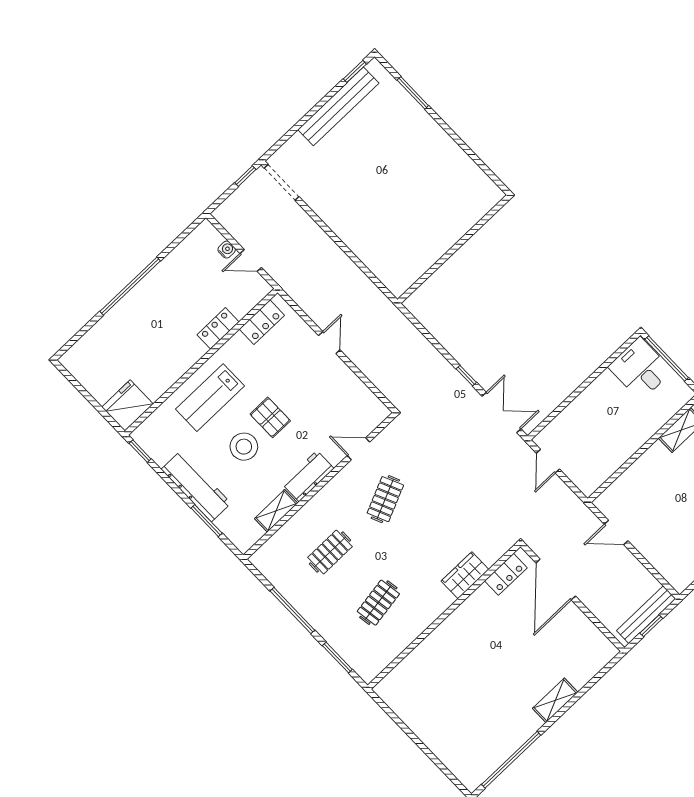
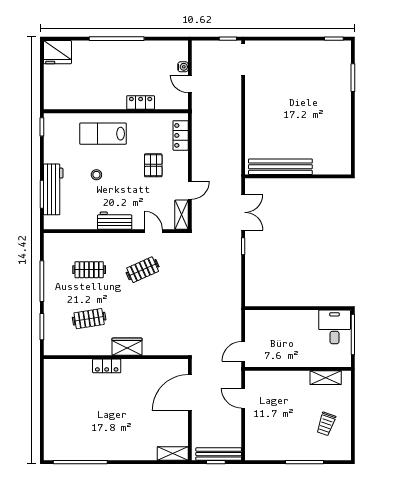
bench: (338, 106) -> (280, 167), moved
locker: (262, 322) -> (181, 135), moved, turned 90
door: (329, 343) -> (190, 190), moved
fridge: (127, 406) -> (57, 52), moved, turned 180
double door: (502, 412) -> (243, 212), moved
pallet: (270, 417) -> (153, 165), moved
stool: (244, 447) -> (96, 175), width x0.53, depth x0.53
door: (548, 461) -> (243, 351), moved
workbench: (196, 486) -> (53, 189), moved
shelving: (276, 511) -> (181, 215), moved, turned 90
locker: (506, 574) -> (107, 366), moved
wardrobe: (465, 575) -> (127, 347), moved
shelving: (555, 700) -> (173, 454), moved

